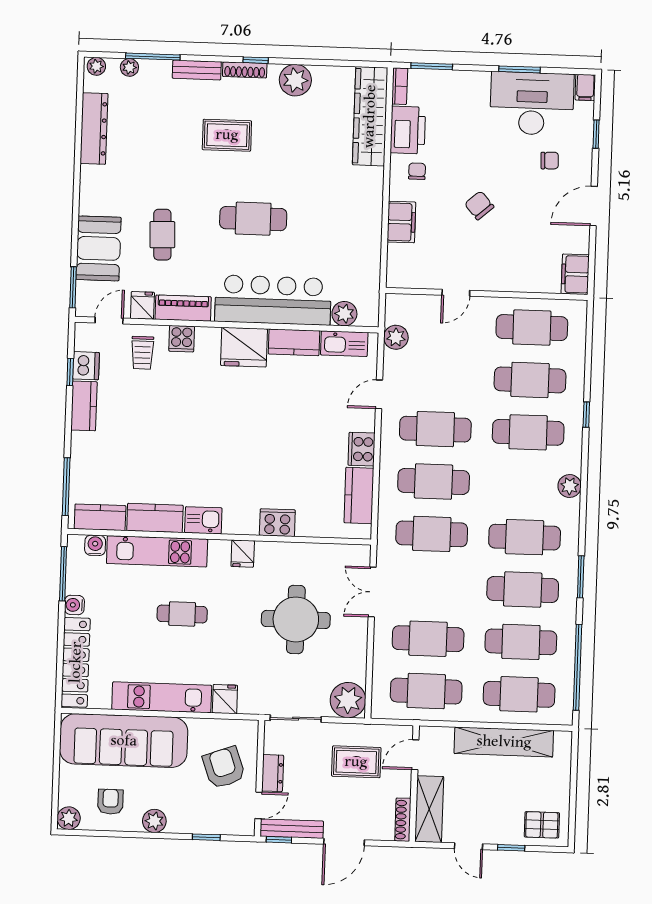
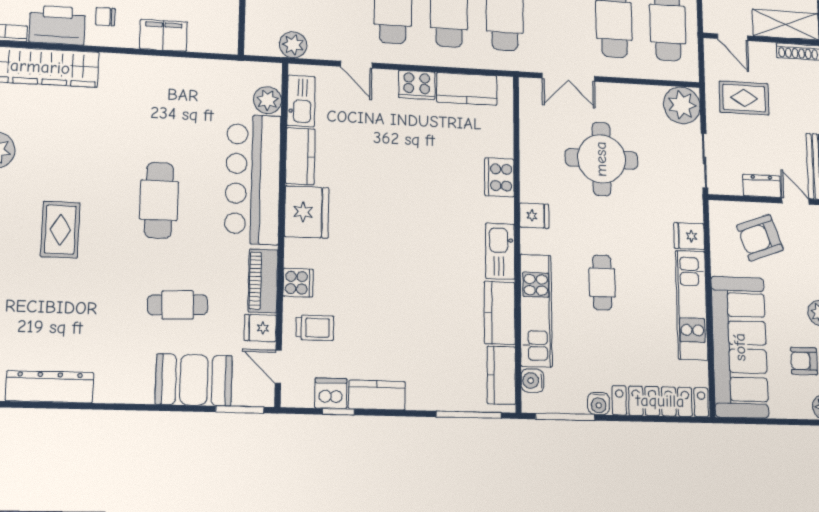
kitchen sink: (203, 520) -> (500, 251), width x1.38
rug: (356, 762) -> (744, 98), turned 90

